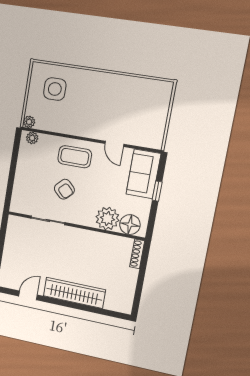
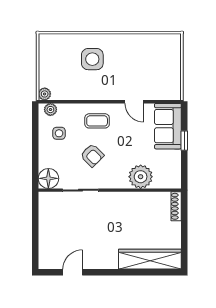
side table: (55, 89) -> (92, 59), moved
coffee table: (75, 157) -> (97, 121), width x0.73, depth x0.77
side table: (37, 162) -> (59, 133), added
floor lamp: (130, 225) -> (48, 178), moved
wardrobe: (74, 293) -> (150, 259), moved

